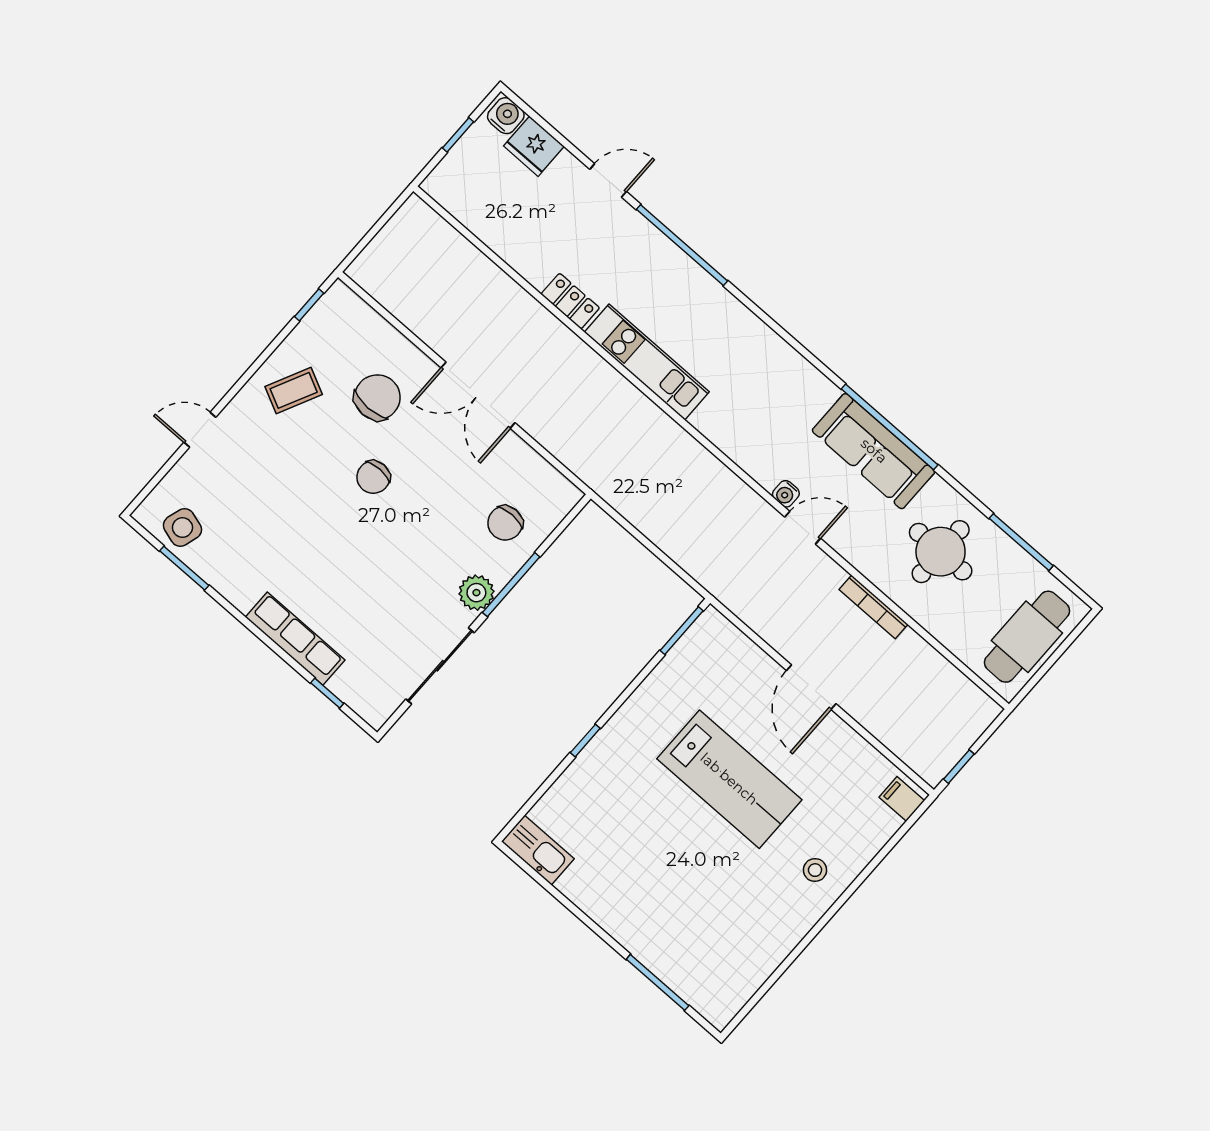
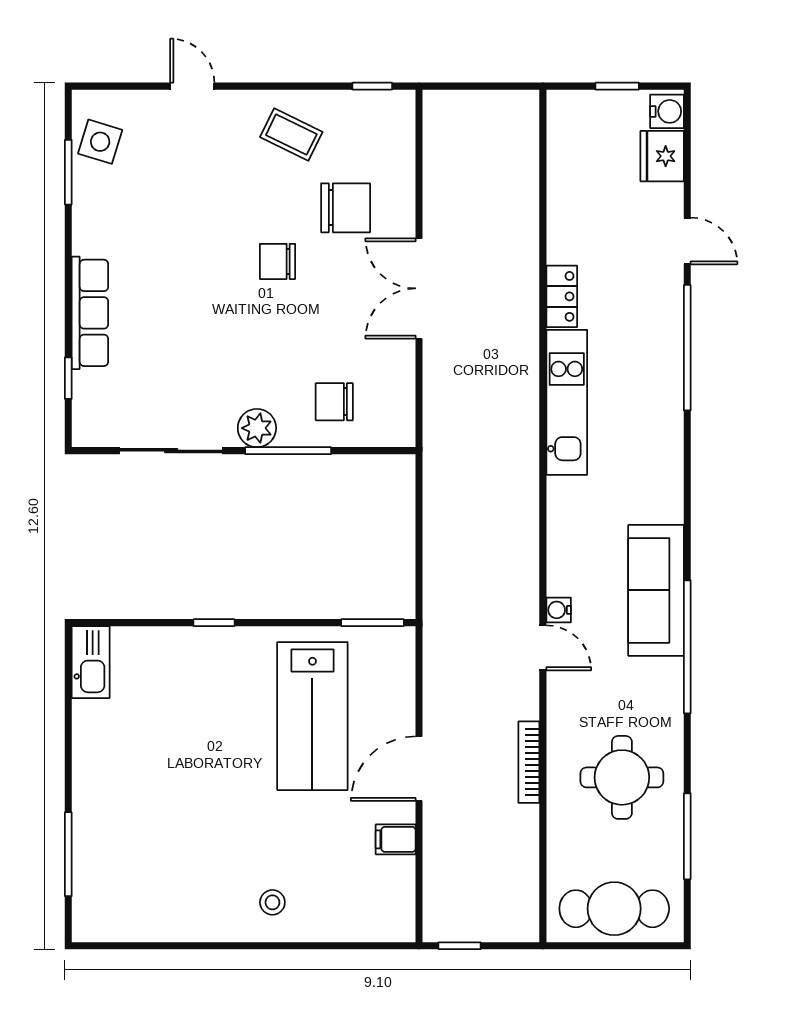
sofa: (874, 451) -> (656, 590), moved
lab bench: (729, 779) -> (312, 716), moved
filing cabinet: (902, 799) -> (396, 839), moved, turned -90

